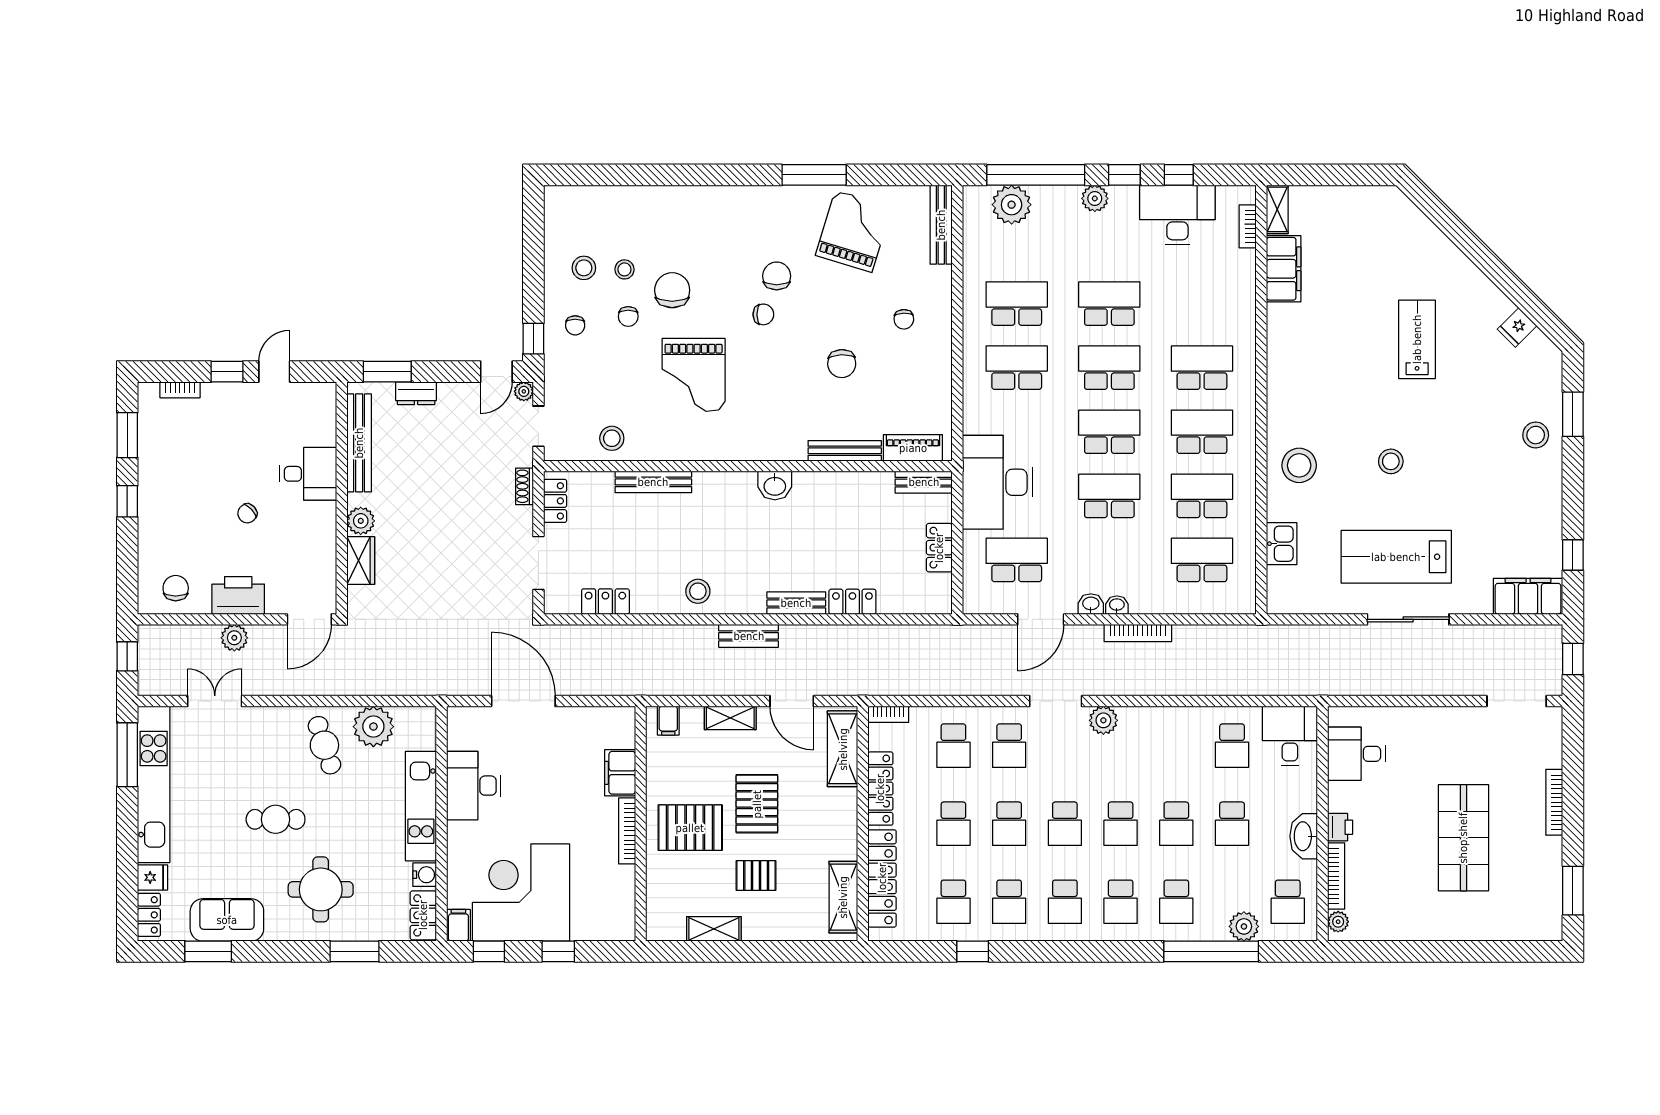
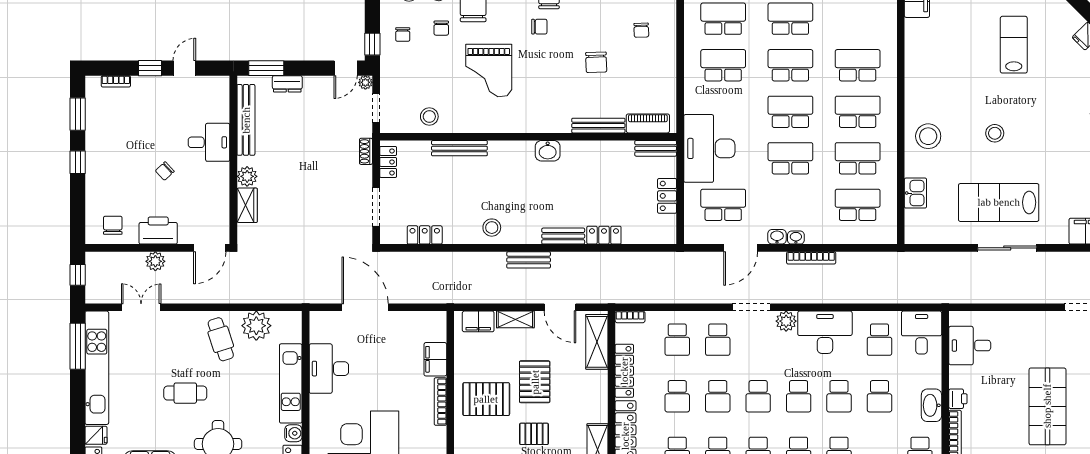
filing cabinet: (668, 721) -> (478, 321), width x2.00
desk: (1157, 736) -> (825, 332), added

